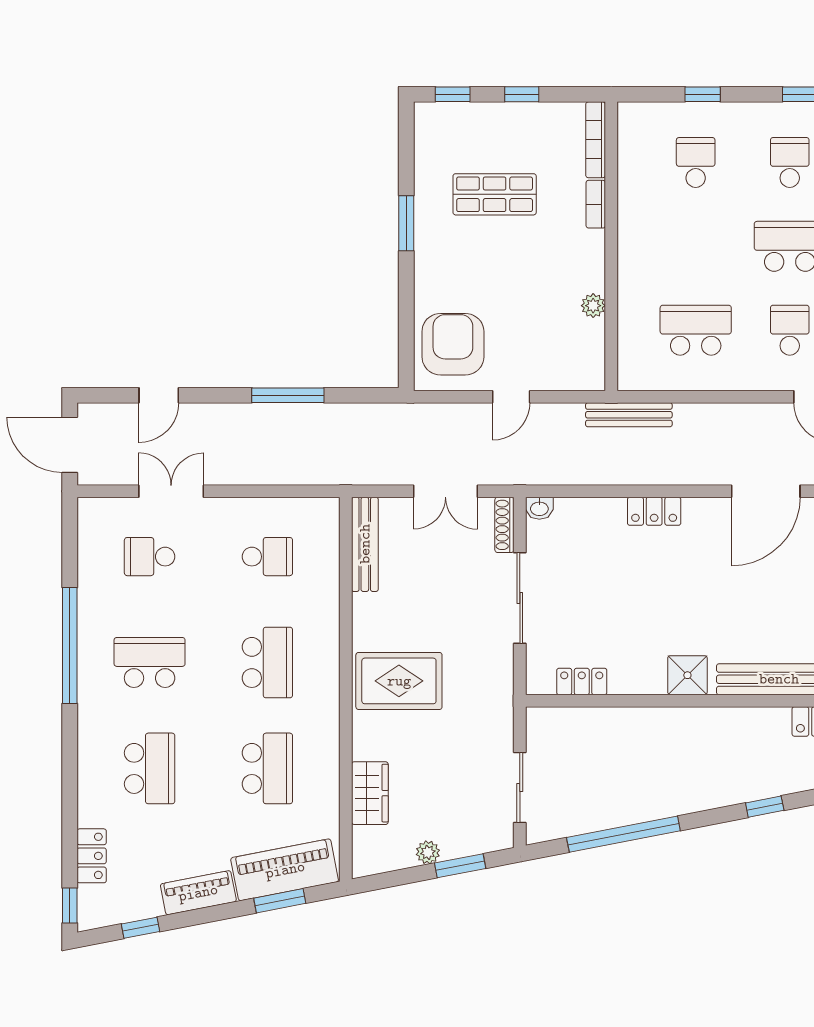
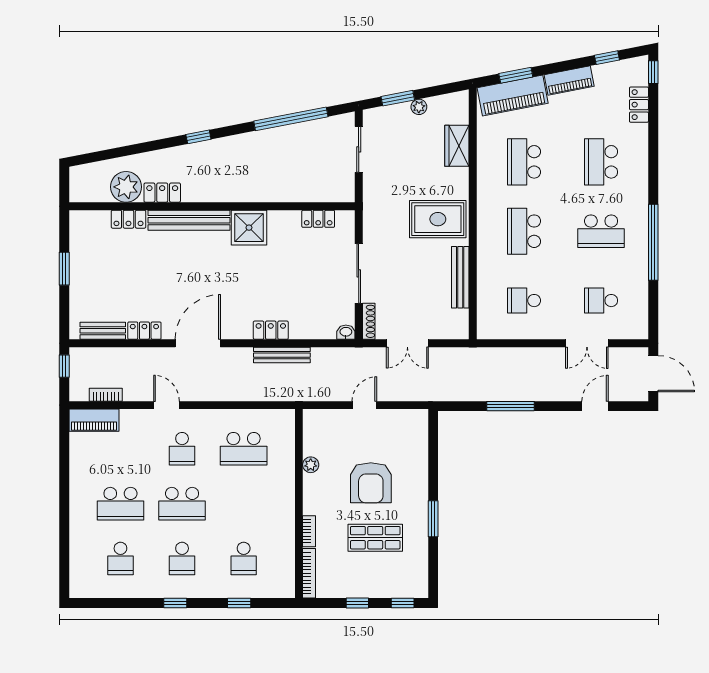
armchair: (453, 344) -> (371, 483), moved
bench: (629, 415) -> (282, 355), moved
double door: (445, 491) -> (407, 343), swing flipped
bench: (365, 544) -> (460, 277), moved
school desk: (150, 557) -> (601, 301), turned 180
shower: (687, 675) -> (249, 228), width x1.36, depth x1.36

